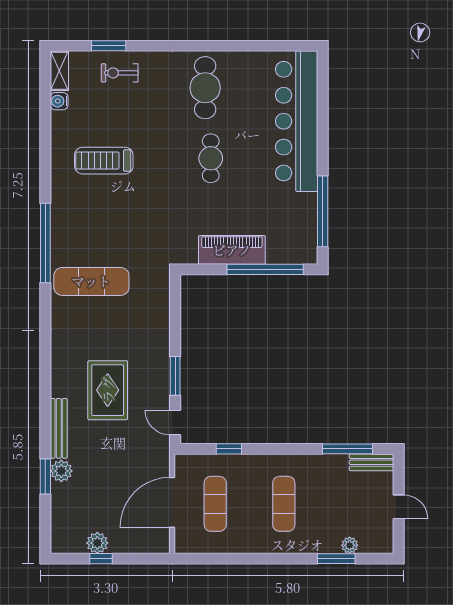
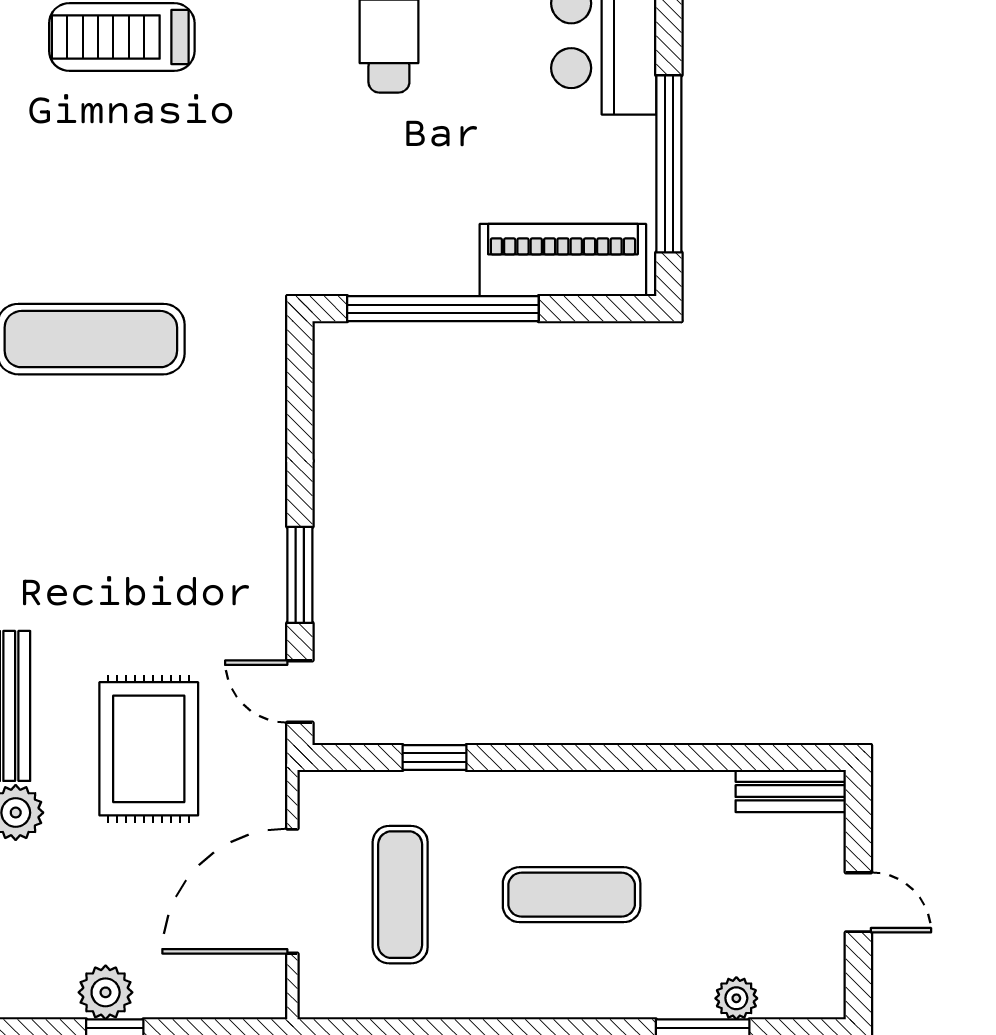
piano: (232, 250) -> (563, 260), moved
window: (265, 269) -> (443, 309), moved
rug: (108, 390) -> (149, 749), moved
window: (347, 449) -> (731, 757), removed
exercise mat: (284, 504) -> (572, 895), turned 90

